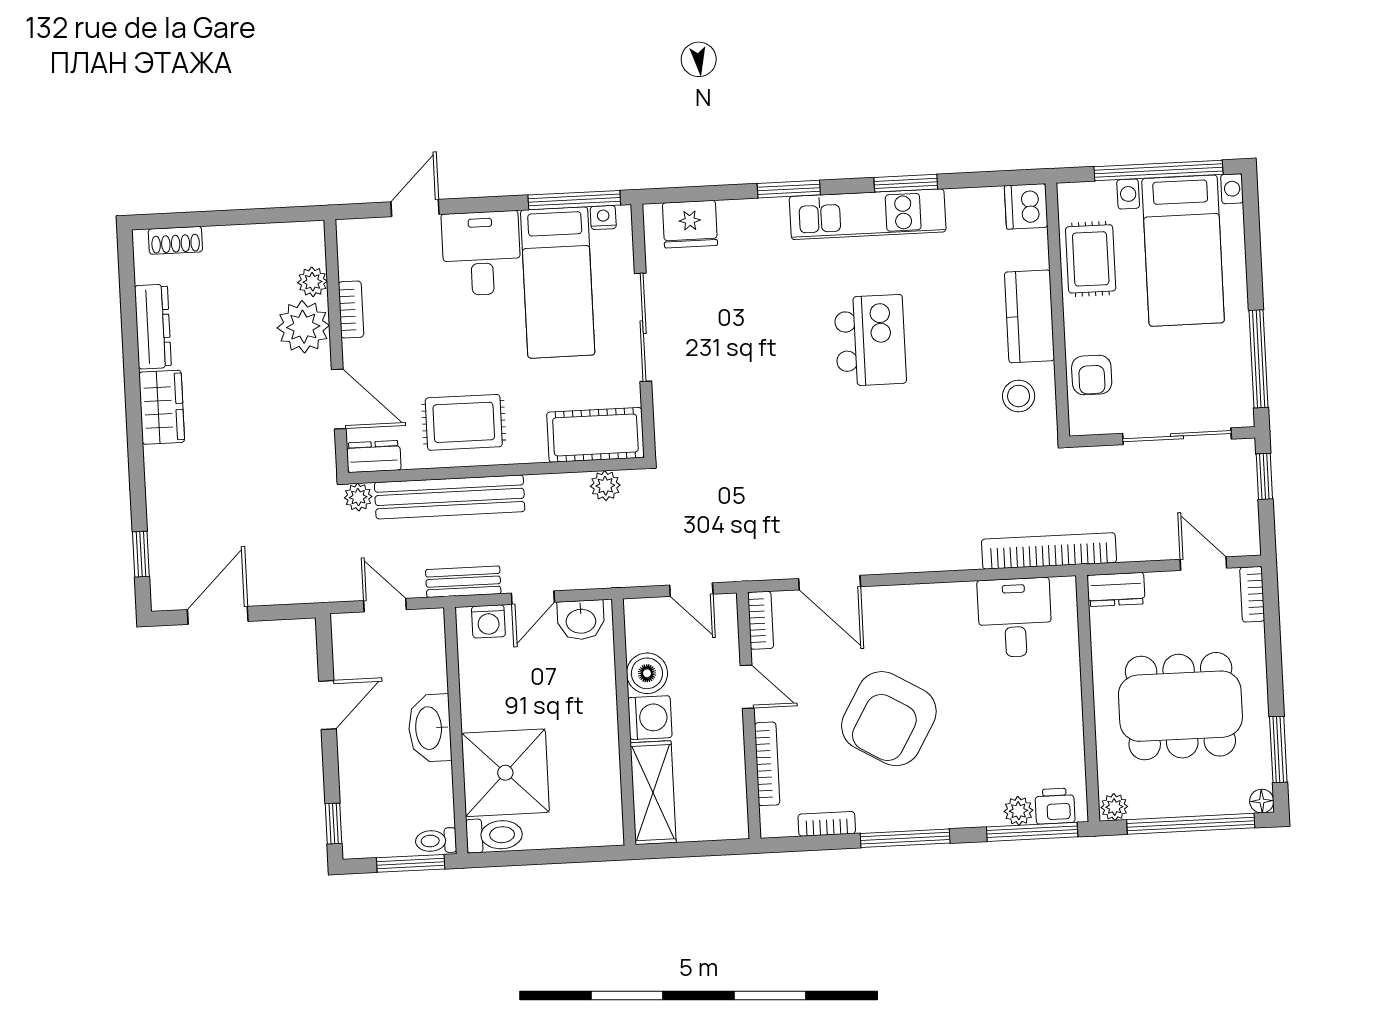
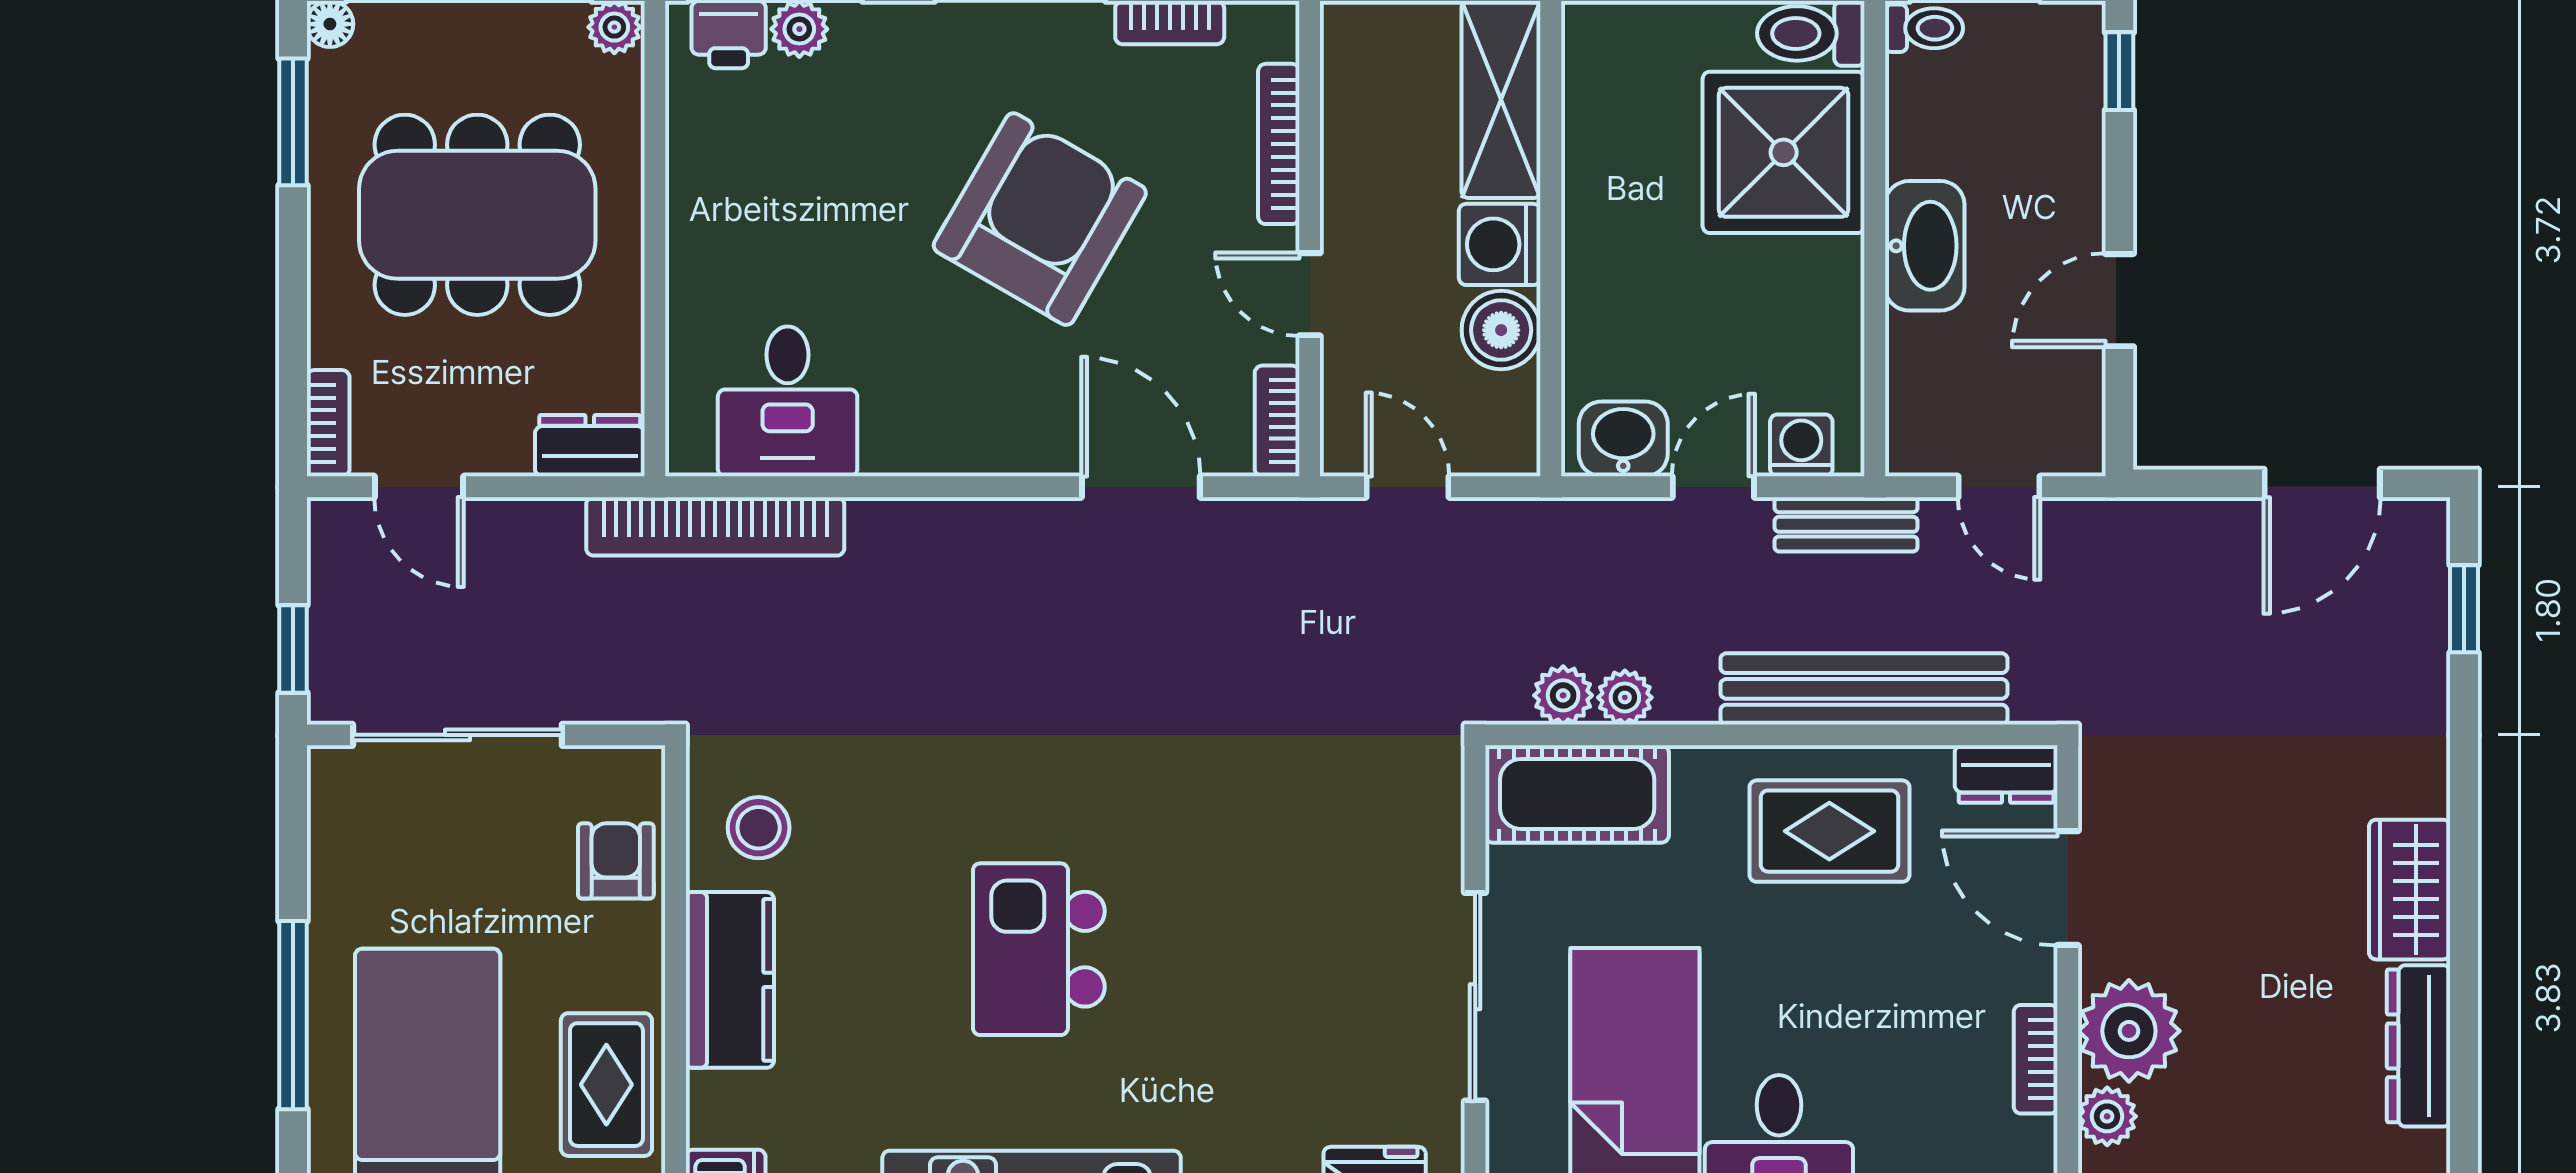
window: (1259, 359) -> (293, 1015), moved
plant: (358, 497) -> (1625, 697), moved

